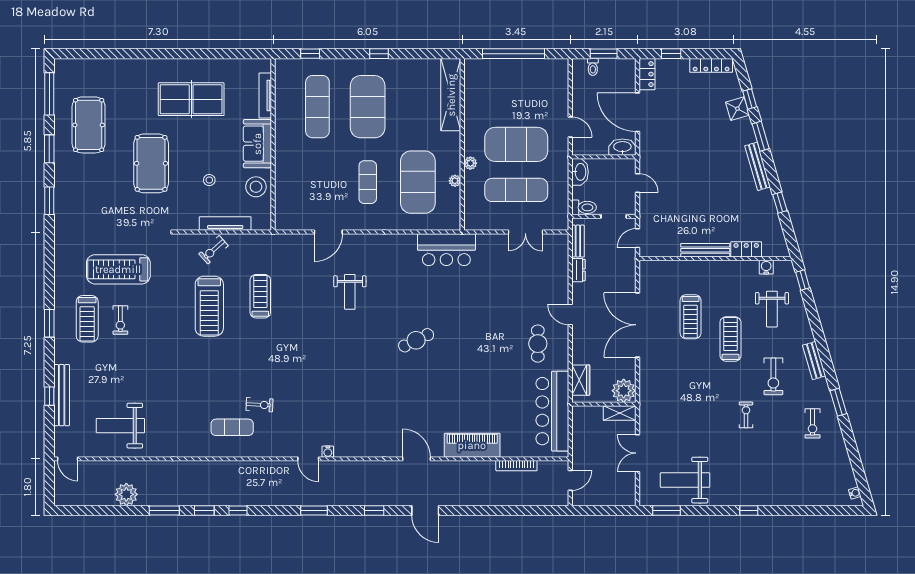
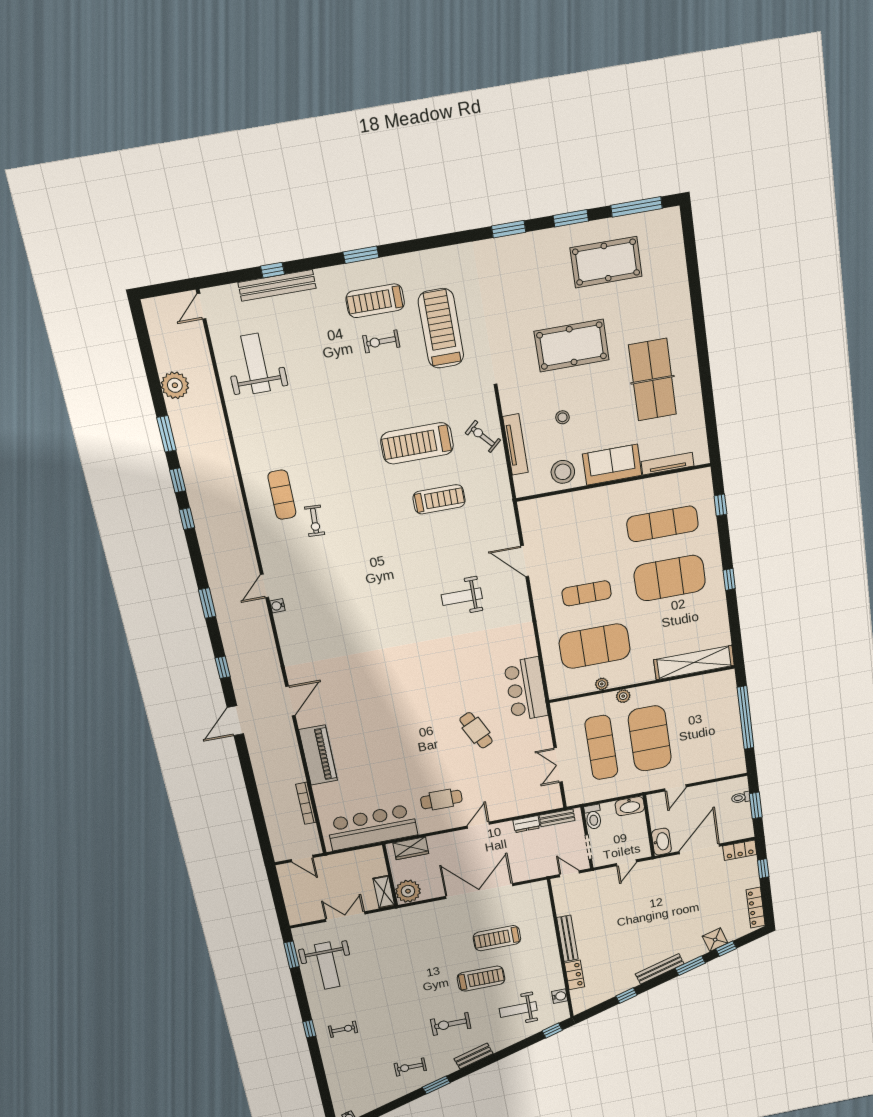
cafe table: (416, 340) -> (476, 730), moved
exercise bike: (746, 415) -> (343, 1029), moved
weight bench: (685, 480) -> (327, 966), turned 180

